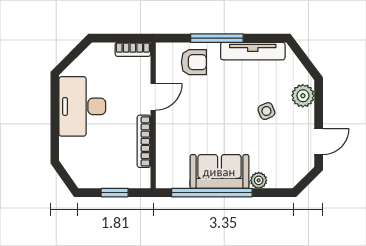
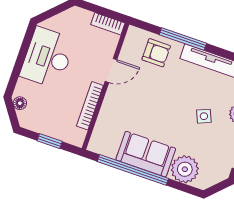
floor lamp: (70, 164) -> (20, 103), added
plant: (259, 180) -> (185, 169), width x1.87, depth x1.87

